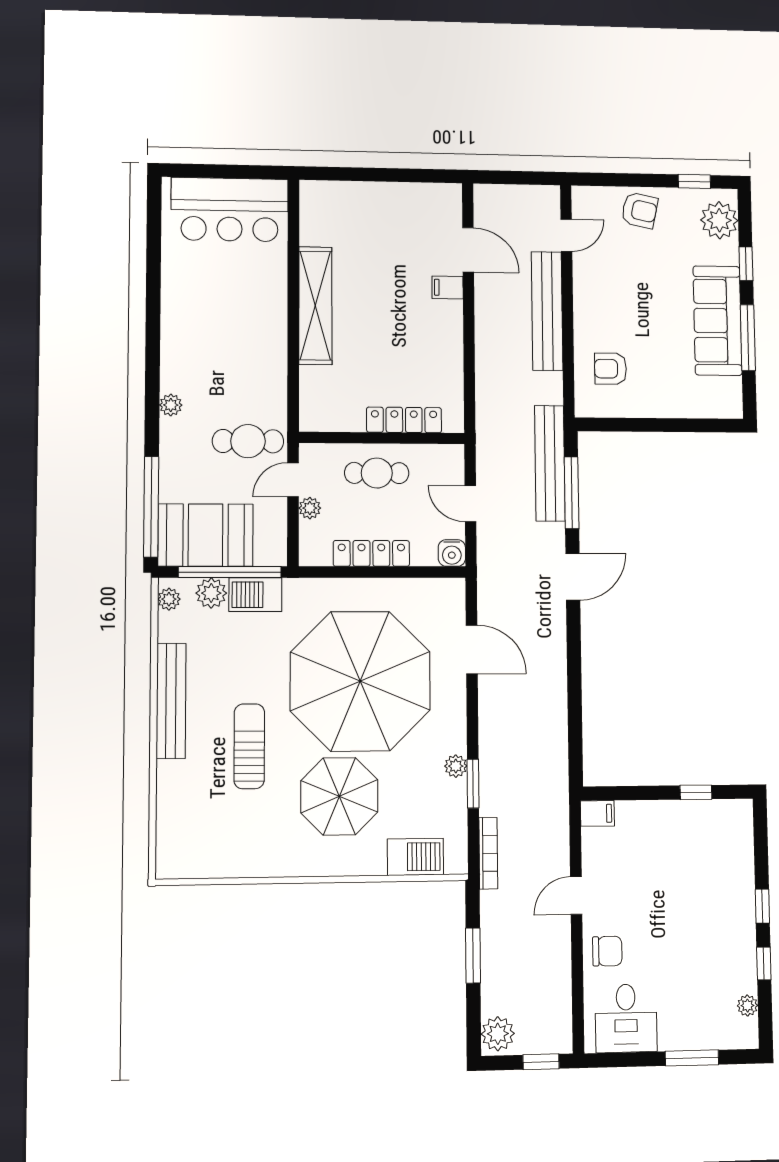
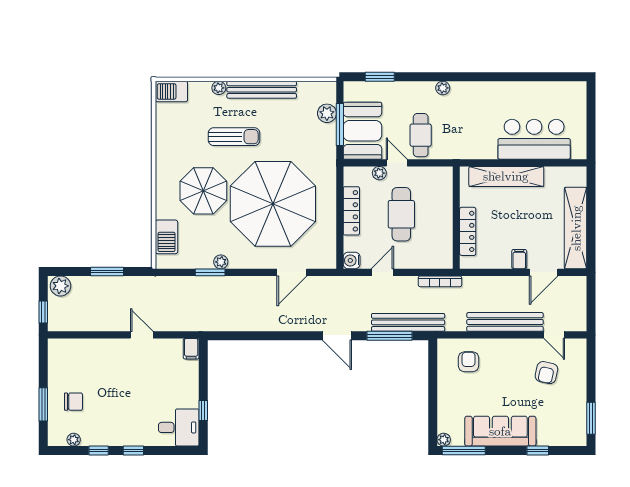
window: (694, 181) -> (591, 418), width x1.50
shelving: (398, 199) -> (576, 228), added
bar counter: (230, 210) -> (534, 139), moved, turned 90
armchair: (640, 210) -> (546, 373), moved
plant: (719, 220) -> (444, 440), moved, width x0.53, depth x0.53
window: (748, 338) -> (464, 451), moved
locker: (404, 420) -> (468, 231), moved
wall: (382, 438) -> (456, 218), moved
cafe table: (377, 473) -> (401, 214), width x1.37, depth x1.35
window: (151, 507) -> (380, 77), width x0.47
booth: (206, 535) -> (362, 131), moved
window: (230, 572) -> (340, 124), width x0.68
barbecue: (255, 595) -> (171, 91), moved, turned -90
plant: (169, 599) -> (219, 88), moved
bookcase: (488, 853) -> (440, 281), moved
chair: (607, 951) -> (73, 402), moved, turned -90
desk: (626, 1018) -> (179, 427), moved, turned 180

